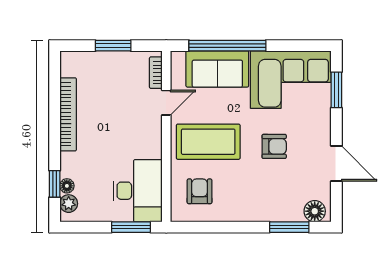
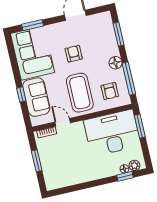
window: (227, 46) -> (21, 94), width x0.32
bookcase: (68, 114) -> (83, 178), removed
desk: (138, 191) -> (112, 133), width x1.36, depth x1.30
armchair: (200, 191) -> (110, 91), turned -90
floor lamp: (315, 211) -> (115, 63), moved
window: (213, 227) -> (129, 79), added

